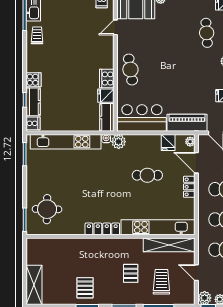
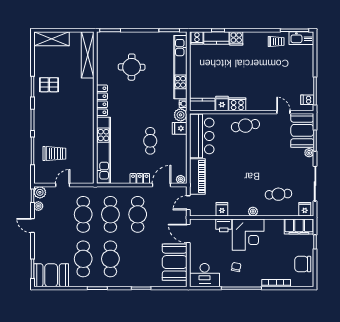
fridge: (168, 142) -> (180, 128), moved
round table: (47, 209) -> (132, 67), moved
shelving: (169, 245) -> (88, 55), moved
pallet: (131, 273) -> (62, 126), removed

